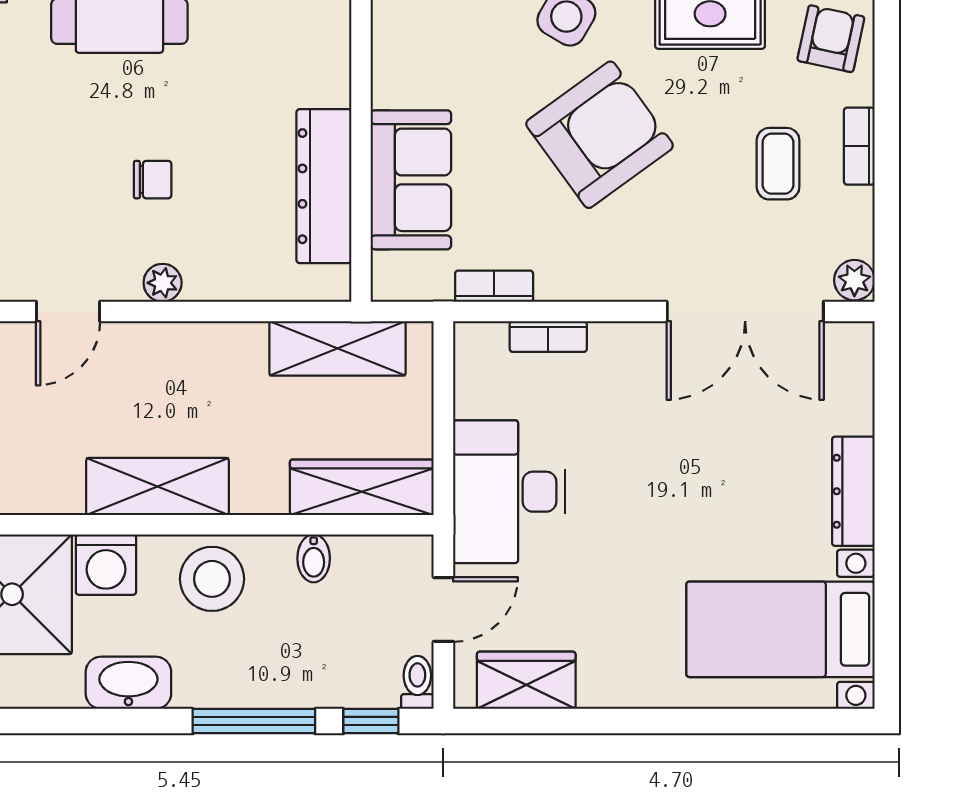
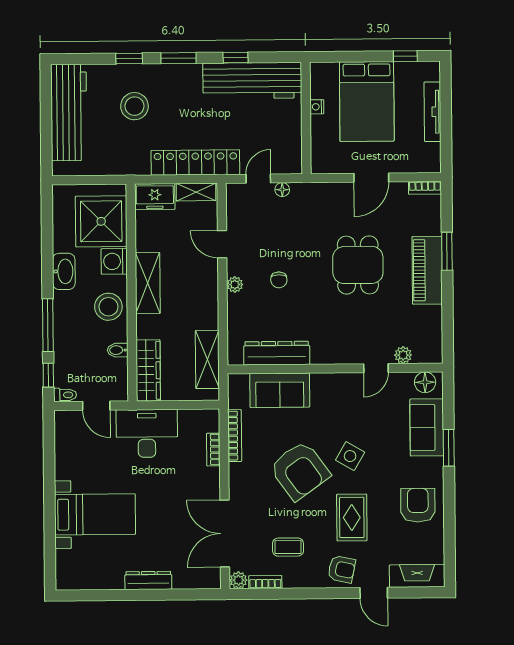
bookcase: (859, 146) -> (265, 582), moved
bookcase: (494, 286) -> (235, 436), width x1.56
bed with nightstands: (781, 629) -> (95, 514), moved, turned 90
wardrobe: (526, 680) -> (66, 441), removed

